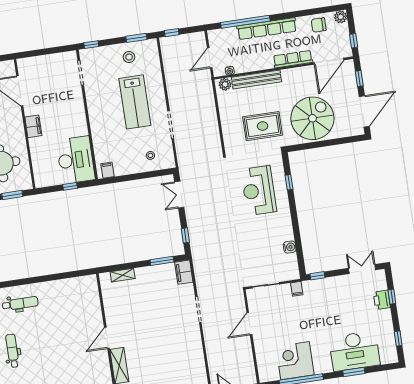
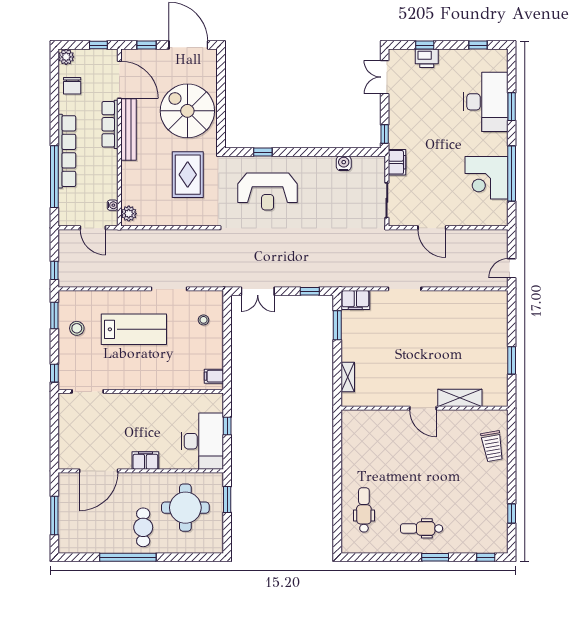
bench: (256, 79) -> (129, 130), moved
desk: (76, 160) -> (202, 441), moved, turned 90
filing cabinet: (297, 289) -> (397, 162), width x2.00

